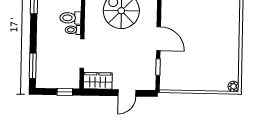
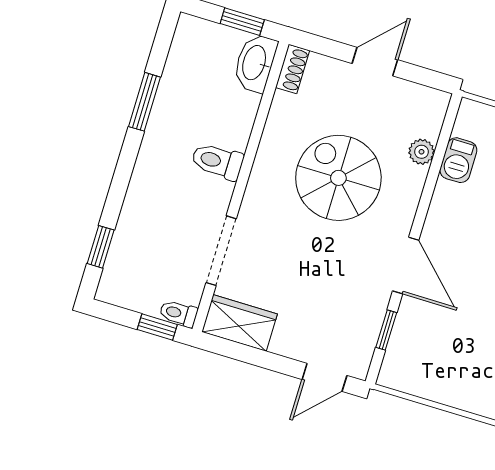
toilet: (73, 30) -> (178, 313), moved
window: (33, 66) -> (101, 247), width x0.67
door: (127, 93) -> (324, 377), moved

